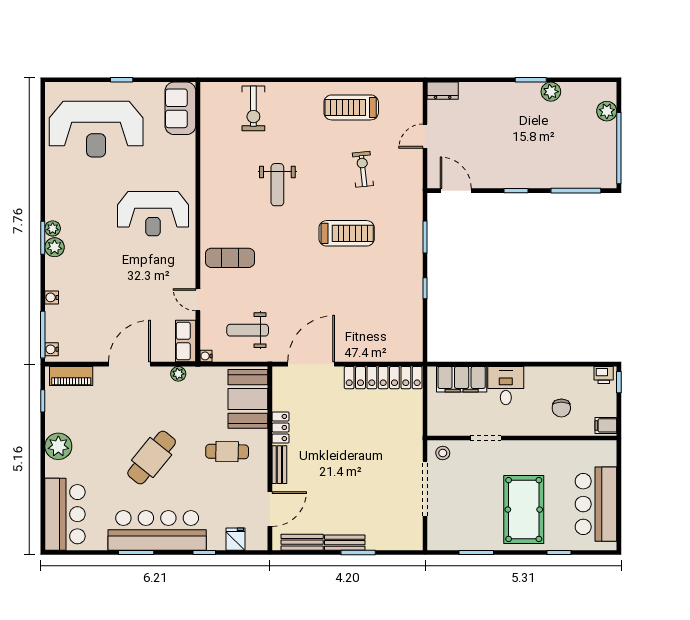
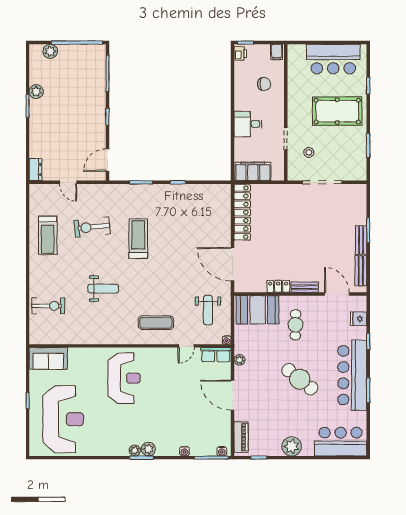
exercise bike: (363, 169) -> (92, 227), width x1.38, depth x1.39
exercise mat: (230, 258) -> (156, 323), turned 90
filing cabinet: (462, 379) -> (253, 171), moved, turned -90
stool: (443, 453) -> (309, 152), moved

